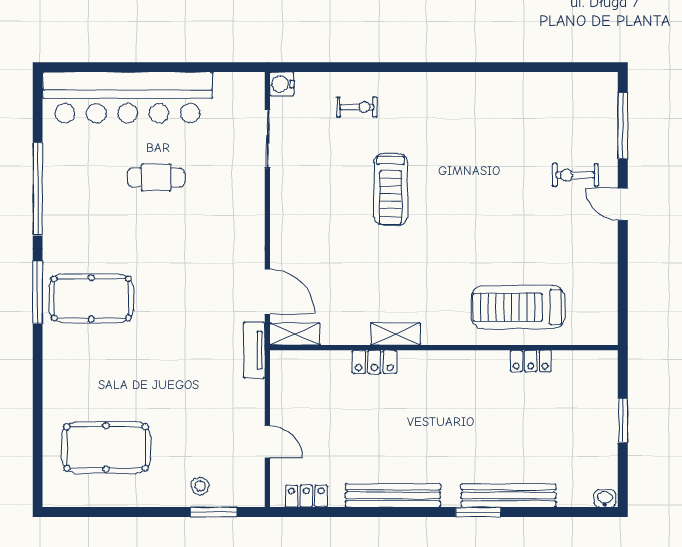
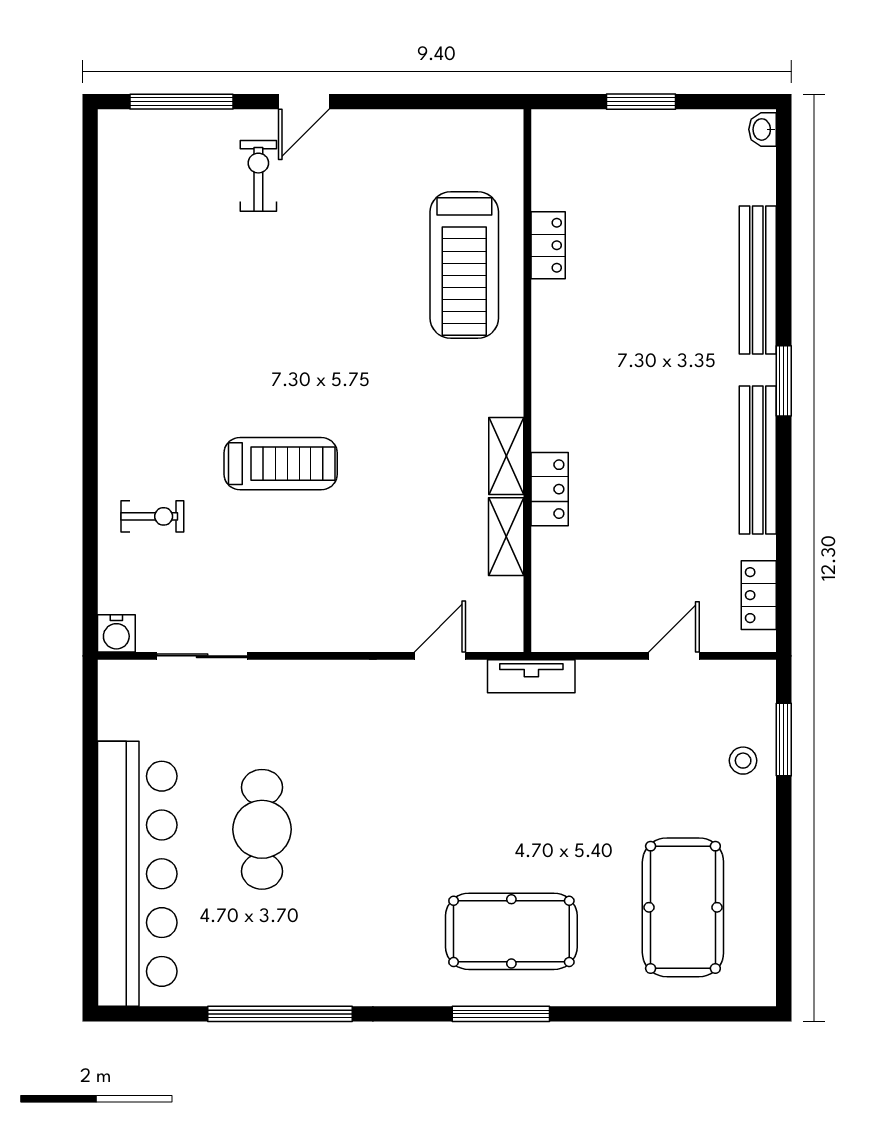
exercise bike: (357, 107) -> (152, 516), turned 90
exercise bike: (575, 175) -> (258, 176), turned 180
cafe table: (156, 177) -> (262, 829), width x1.37, depth x1.35
door: (267, 291) -> (440, 656), width x0.73
window: (38, 292) -> (501, 1014), moved
pool table: (91, 298) -> (511, 931), moved, turned 90
shelving: (295, 334) -> (506, 537), moved
window: (478, 512) -> (784, 381), moved

